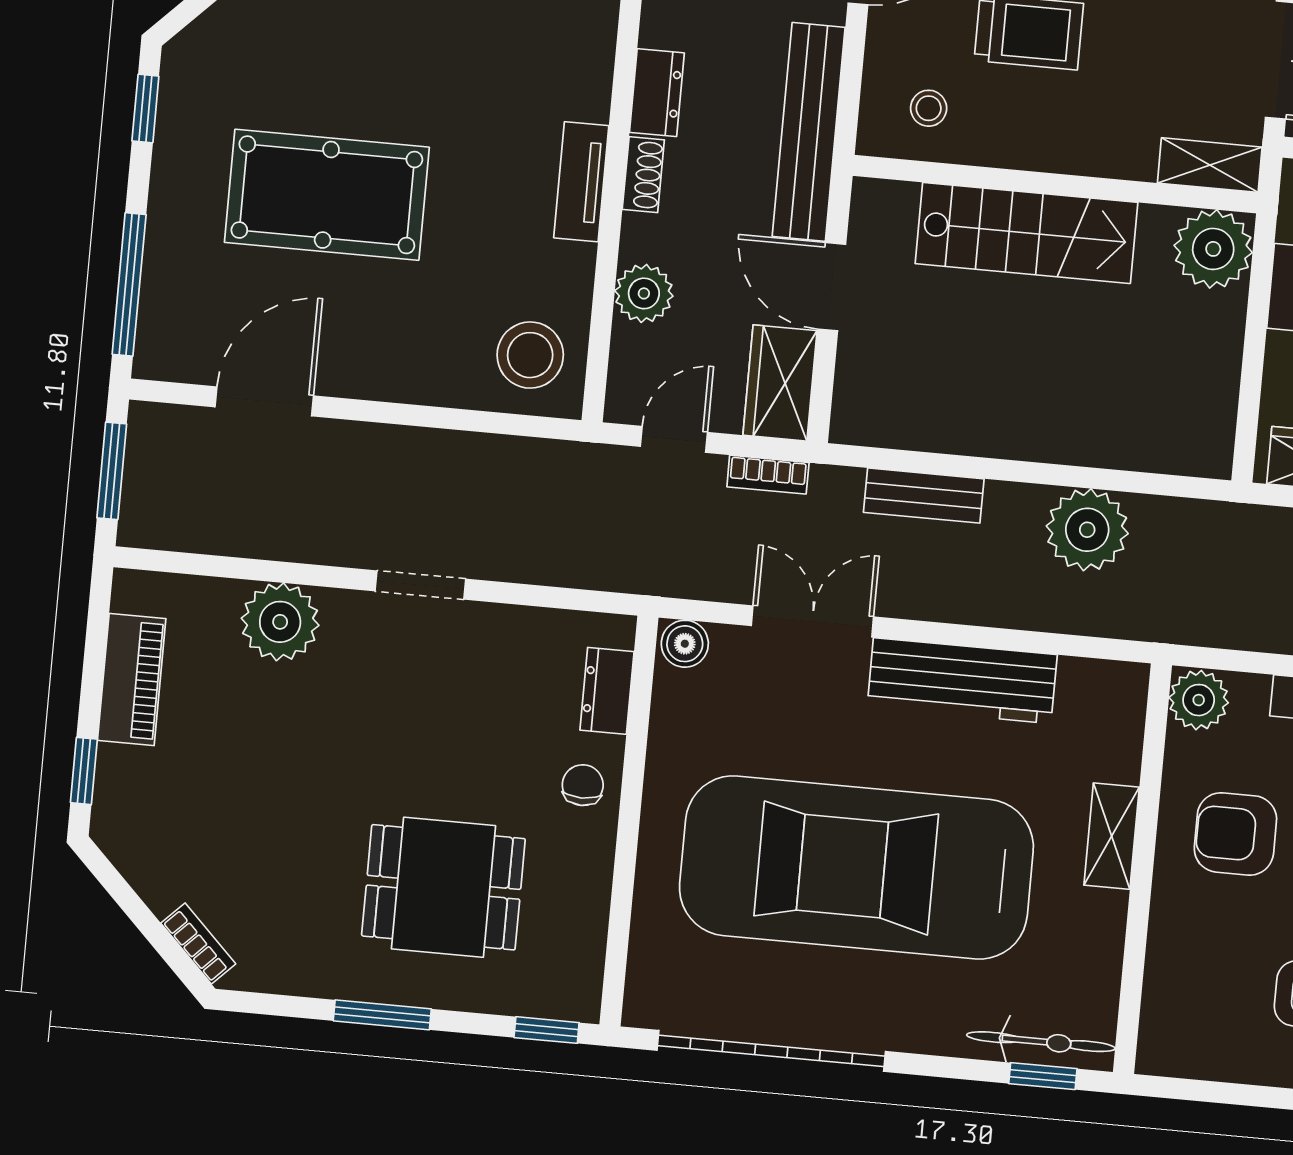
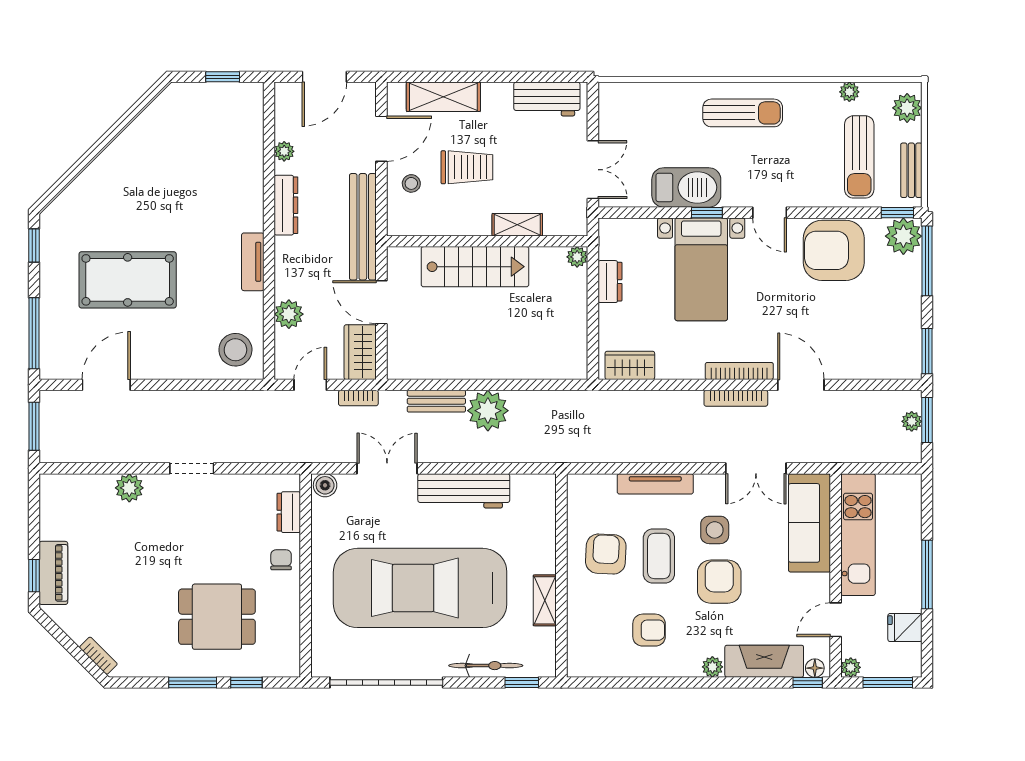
dresser: (657, 93) -> (286, 205), width x1.44
stool: (929, 108) -> (411, 183), moved
shelving: (1210, 165) -> (517, 225), moved
shoe rack: (643, 175) -> (283, 255), removed
plant: (1213, 249) -> (577, 257), width x0.53, depth x0.53
plant: (1087, 530) -> (488, 411), moved
plant: (280, 622) -> (129, 488), width x0.73, depth x0.73
piano: (132, 680) -> (53, 573), moved
plant: (1199, 700) -> (581, 490), removed
armchair: (1235, 834) -> (606, 554), turned 93
shelving: (1112, 836) -> (545, 600), moved
window: (547, 1030) -> (246, 683), moved
bicycle: (1041, 1042) -> (486, 666), moved

